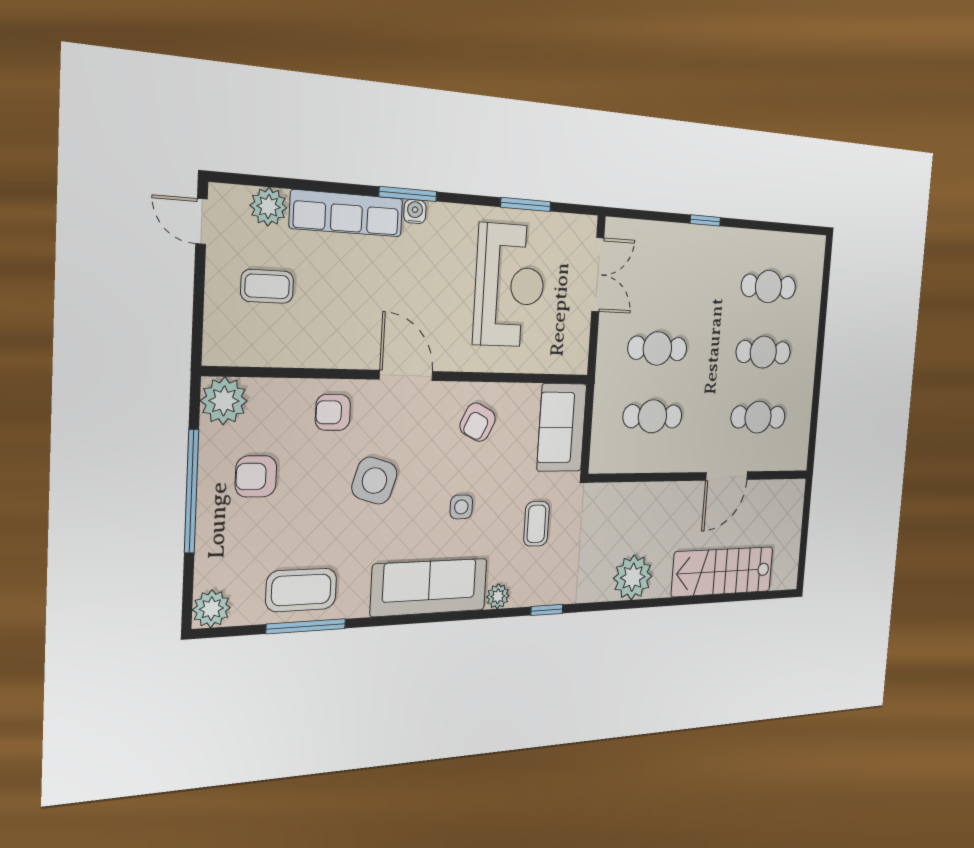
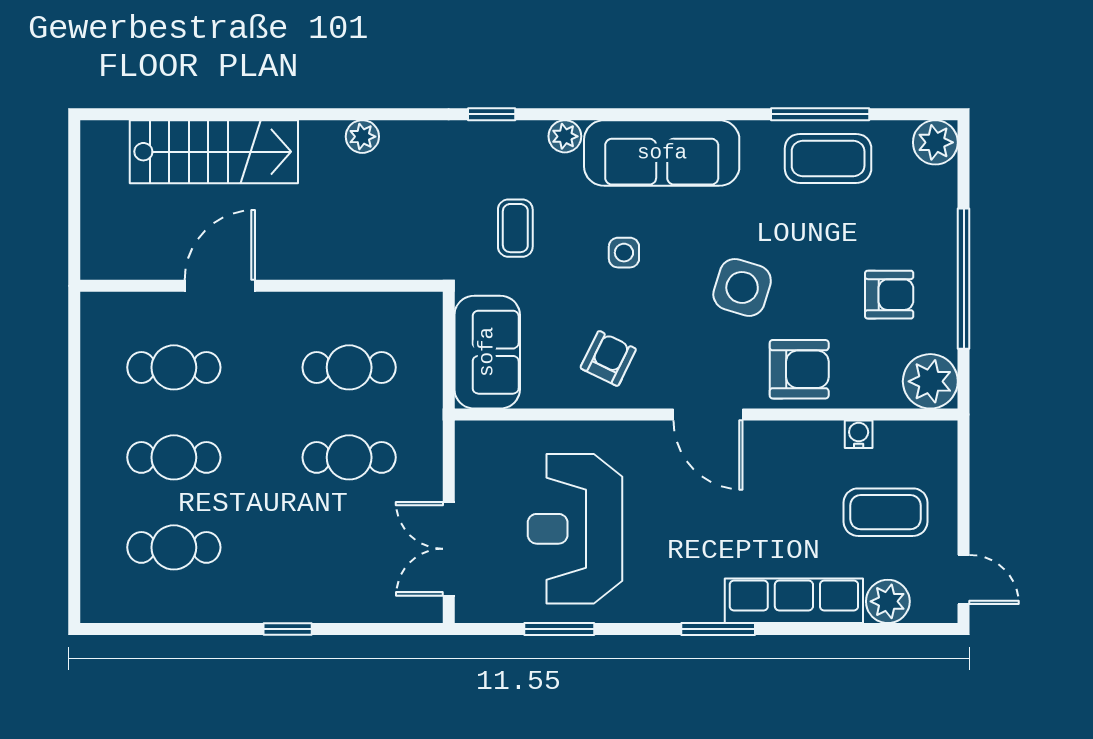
water cooler: (415, 212) -> (859, 434), moved, turned 180
coffee table: (267, 286) -> (885, 512), width x1.36, depth x1.30
armchair: (333, 412) -> (799, 369), width x1.38, depth x1.38
plant: (633, 577) -> (362, 137), width x0.53, depth x0.53

